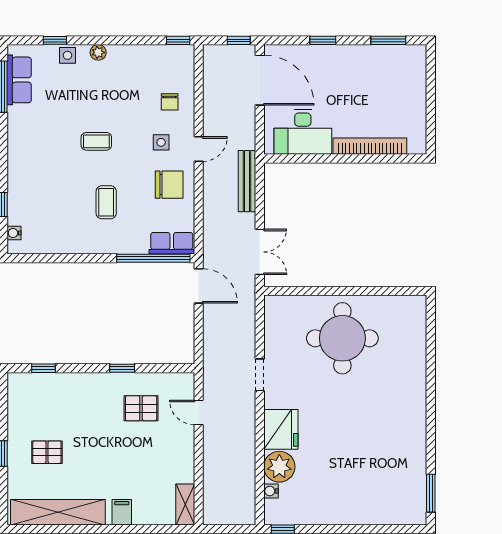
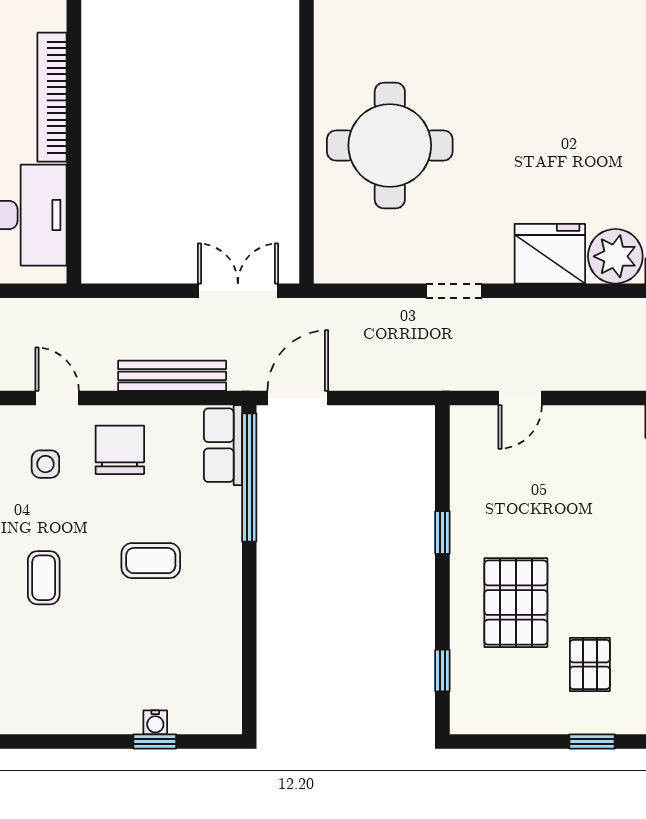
bench: (247, 181) -> (172, 376), moved
water cooler: (14, 233) -> (155, 722), moved
pallet: (141, 408) -> (516, 603), moved, width x1.50, depth x1.42

